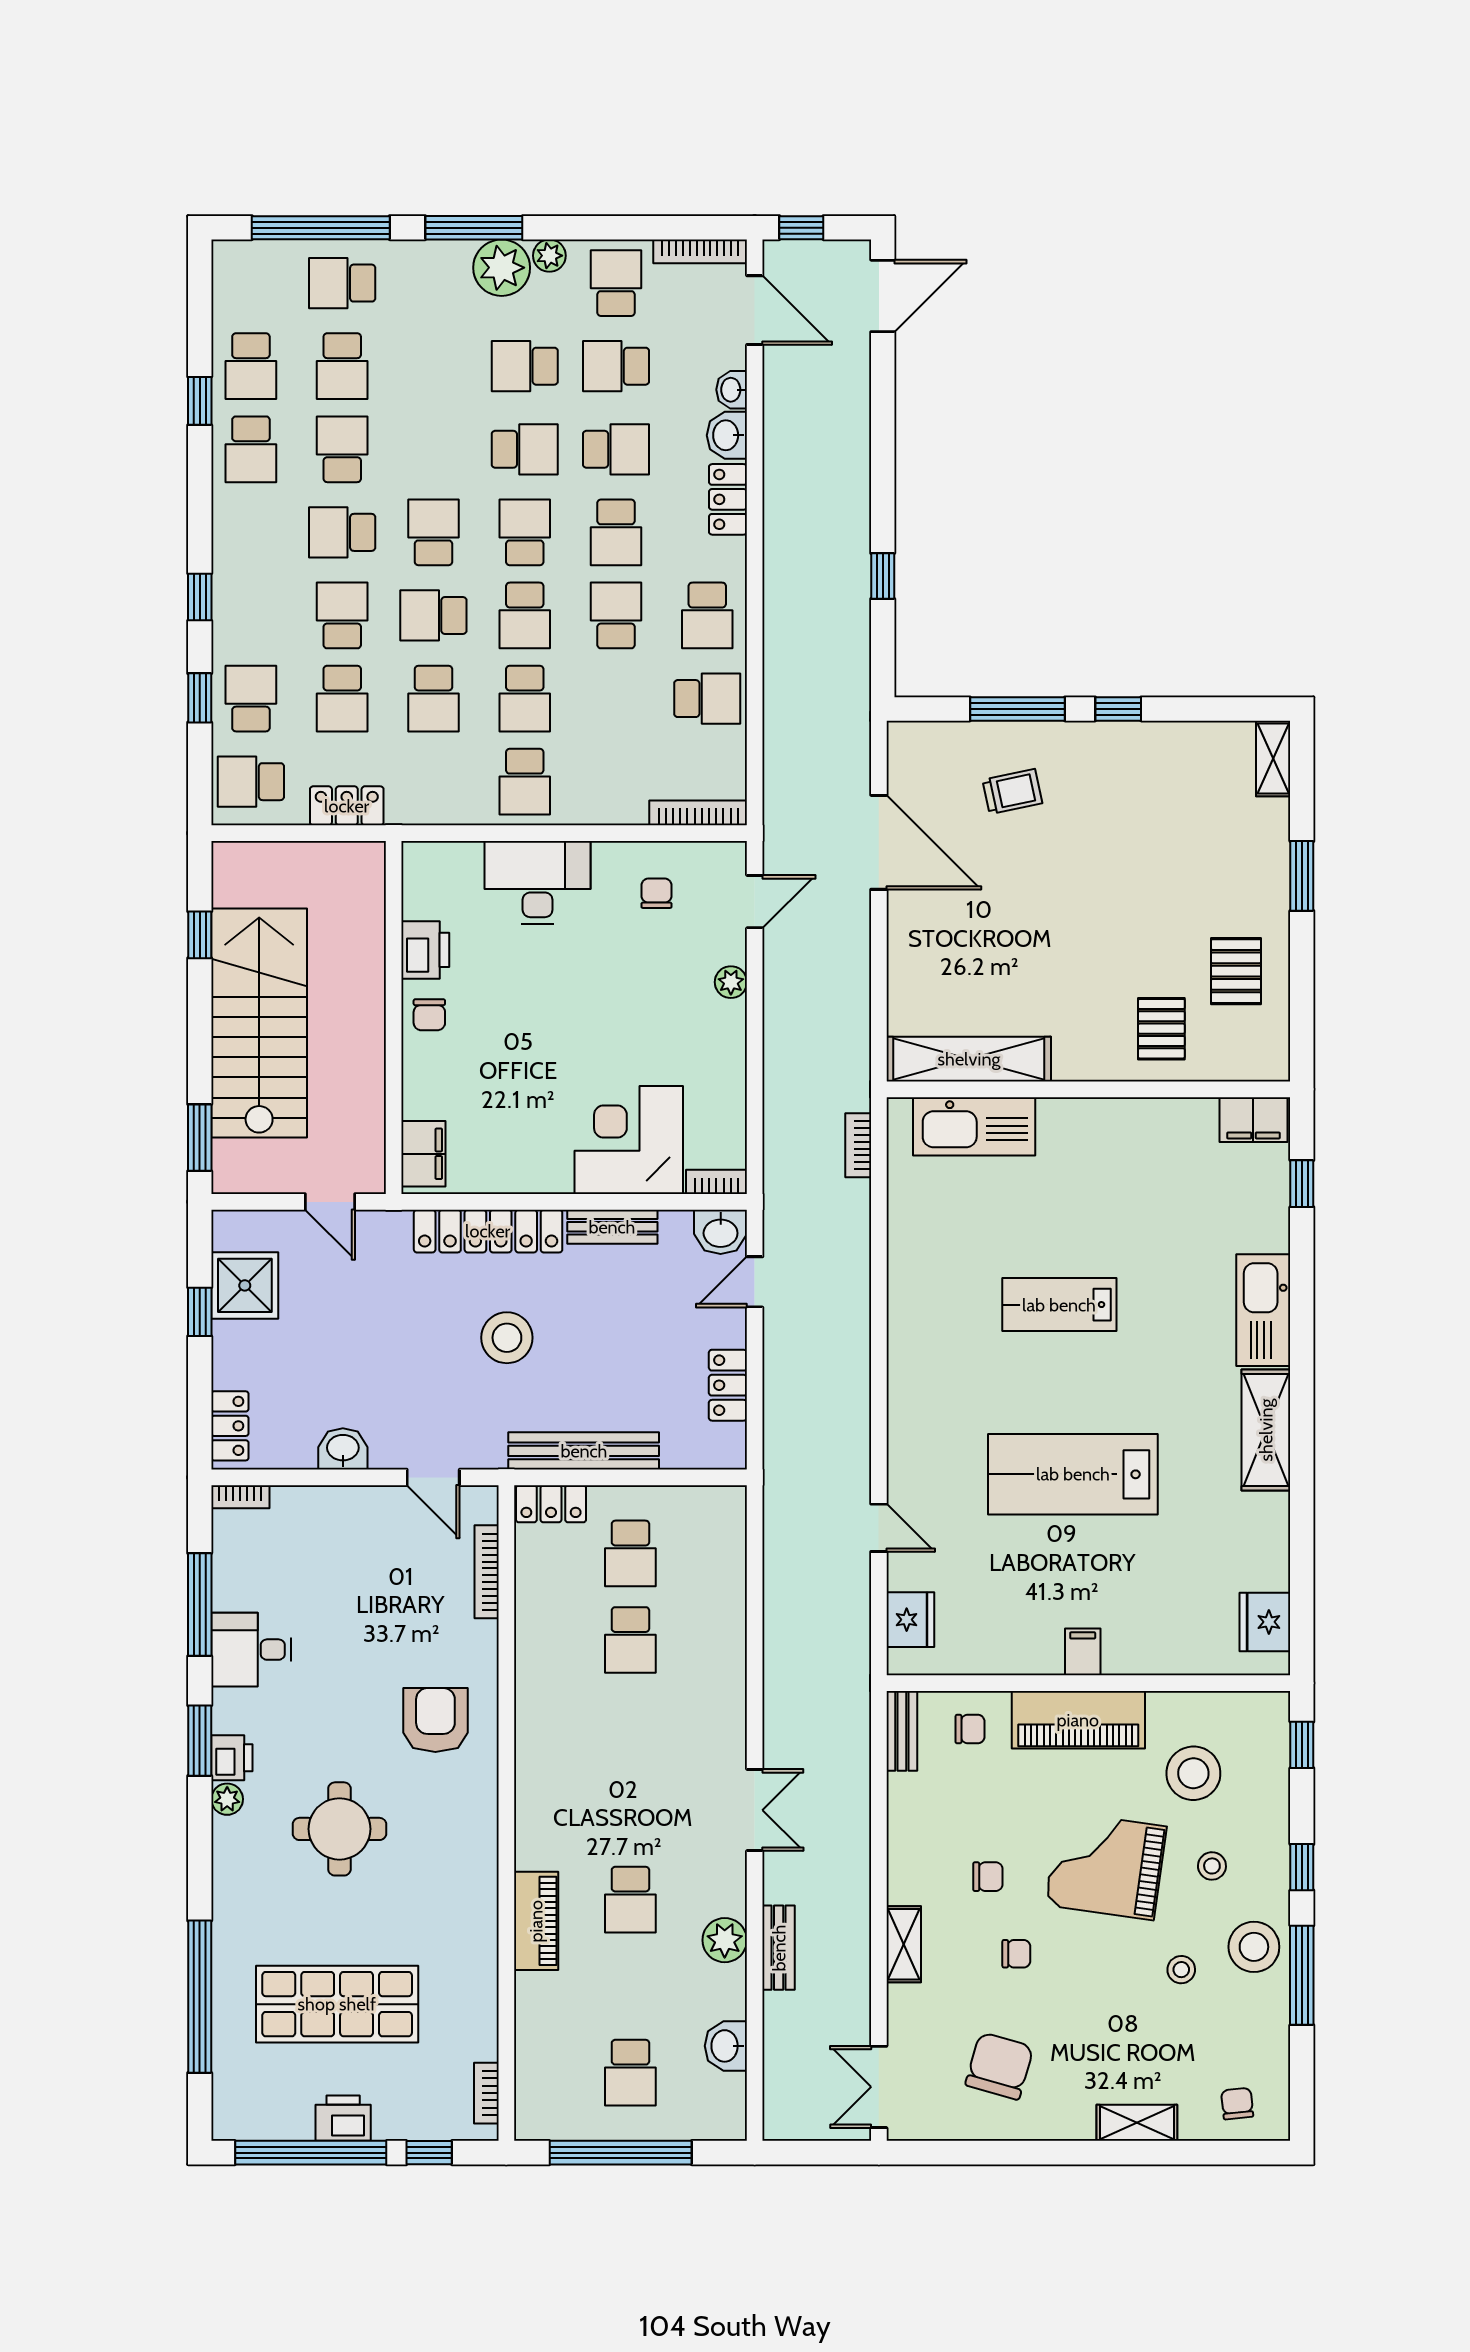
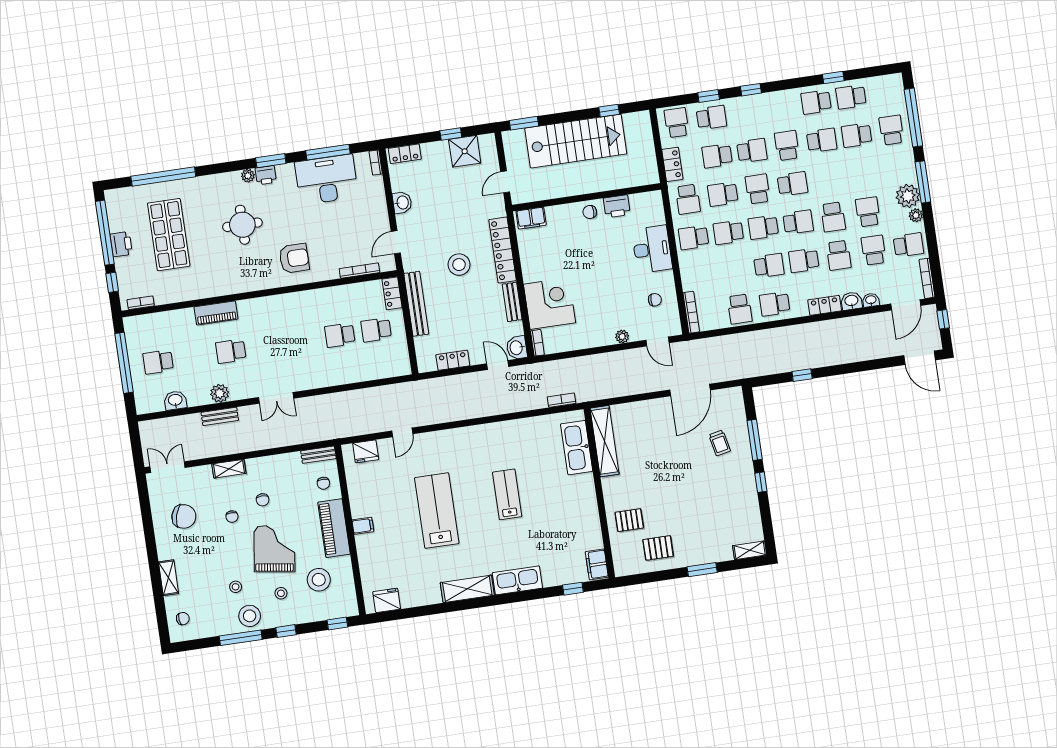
school desk: (433, 782) -> (688, 199), added
desk: (251, 1650) -> (327, 180), width x1.87, depth x1.30

